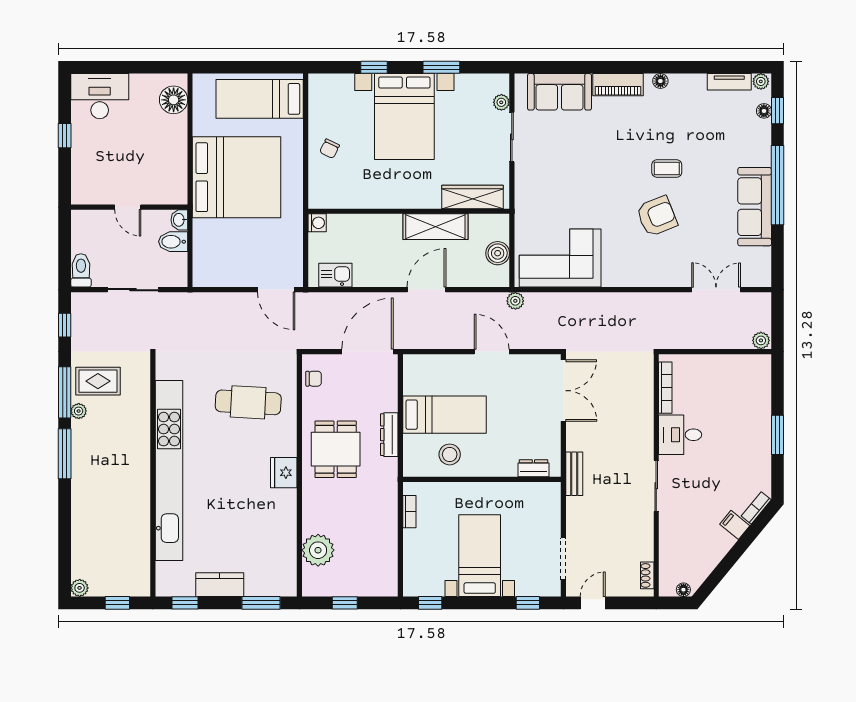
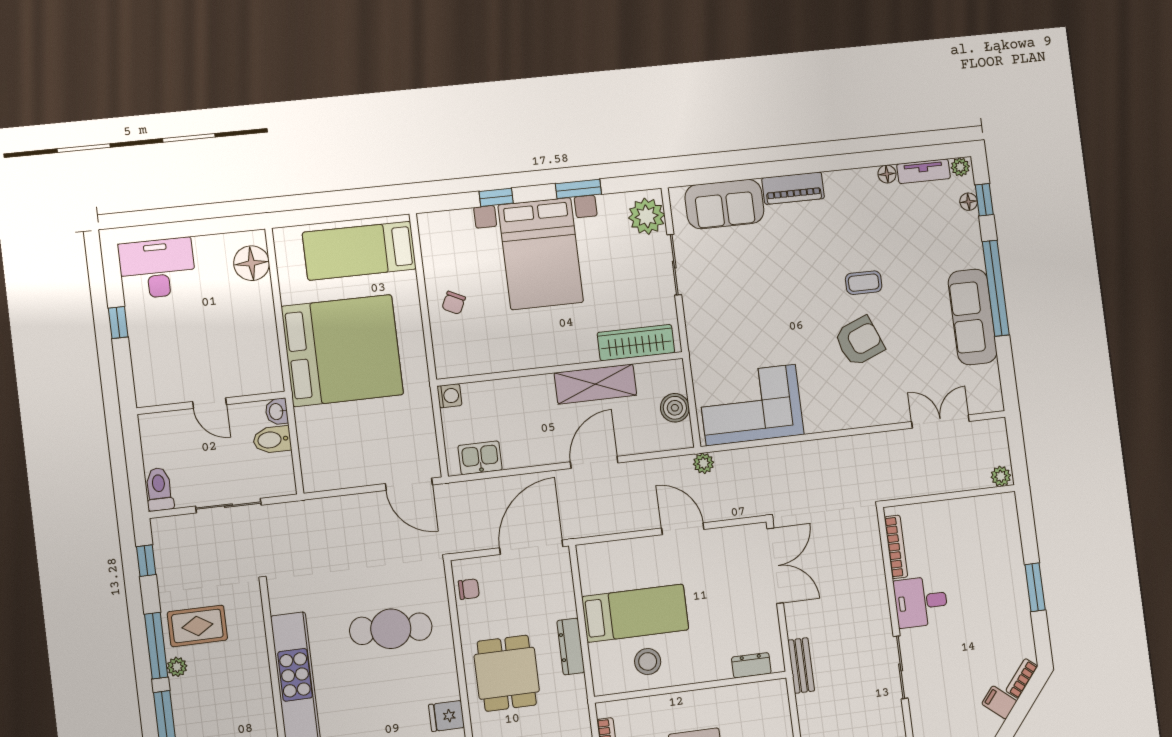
floor lamp: (660, 81) -> (887, 174), moved
plant: (501, 102) -> (647, 216), width x1.88, depth x1.88
fridge: (284, 473) -> (447, 716), width x0.72

